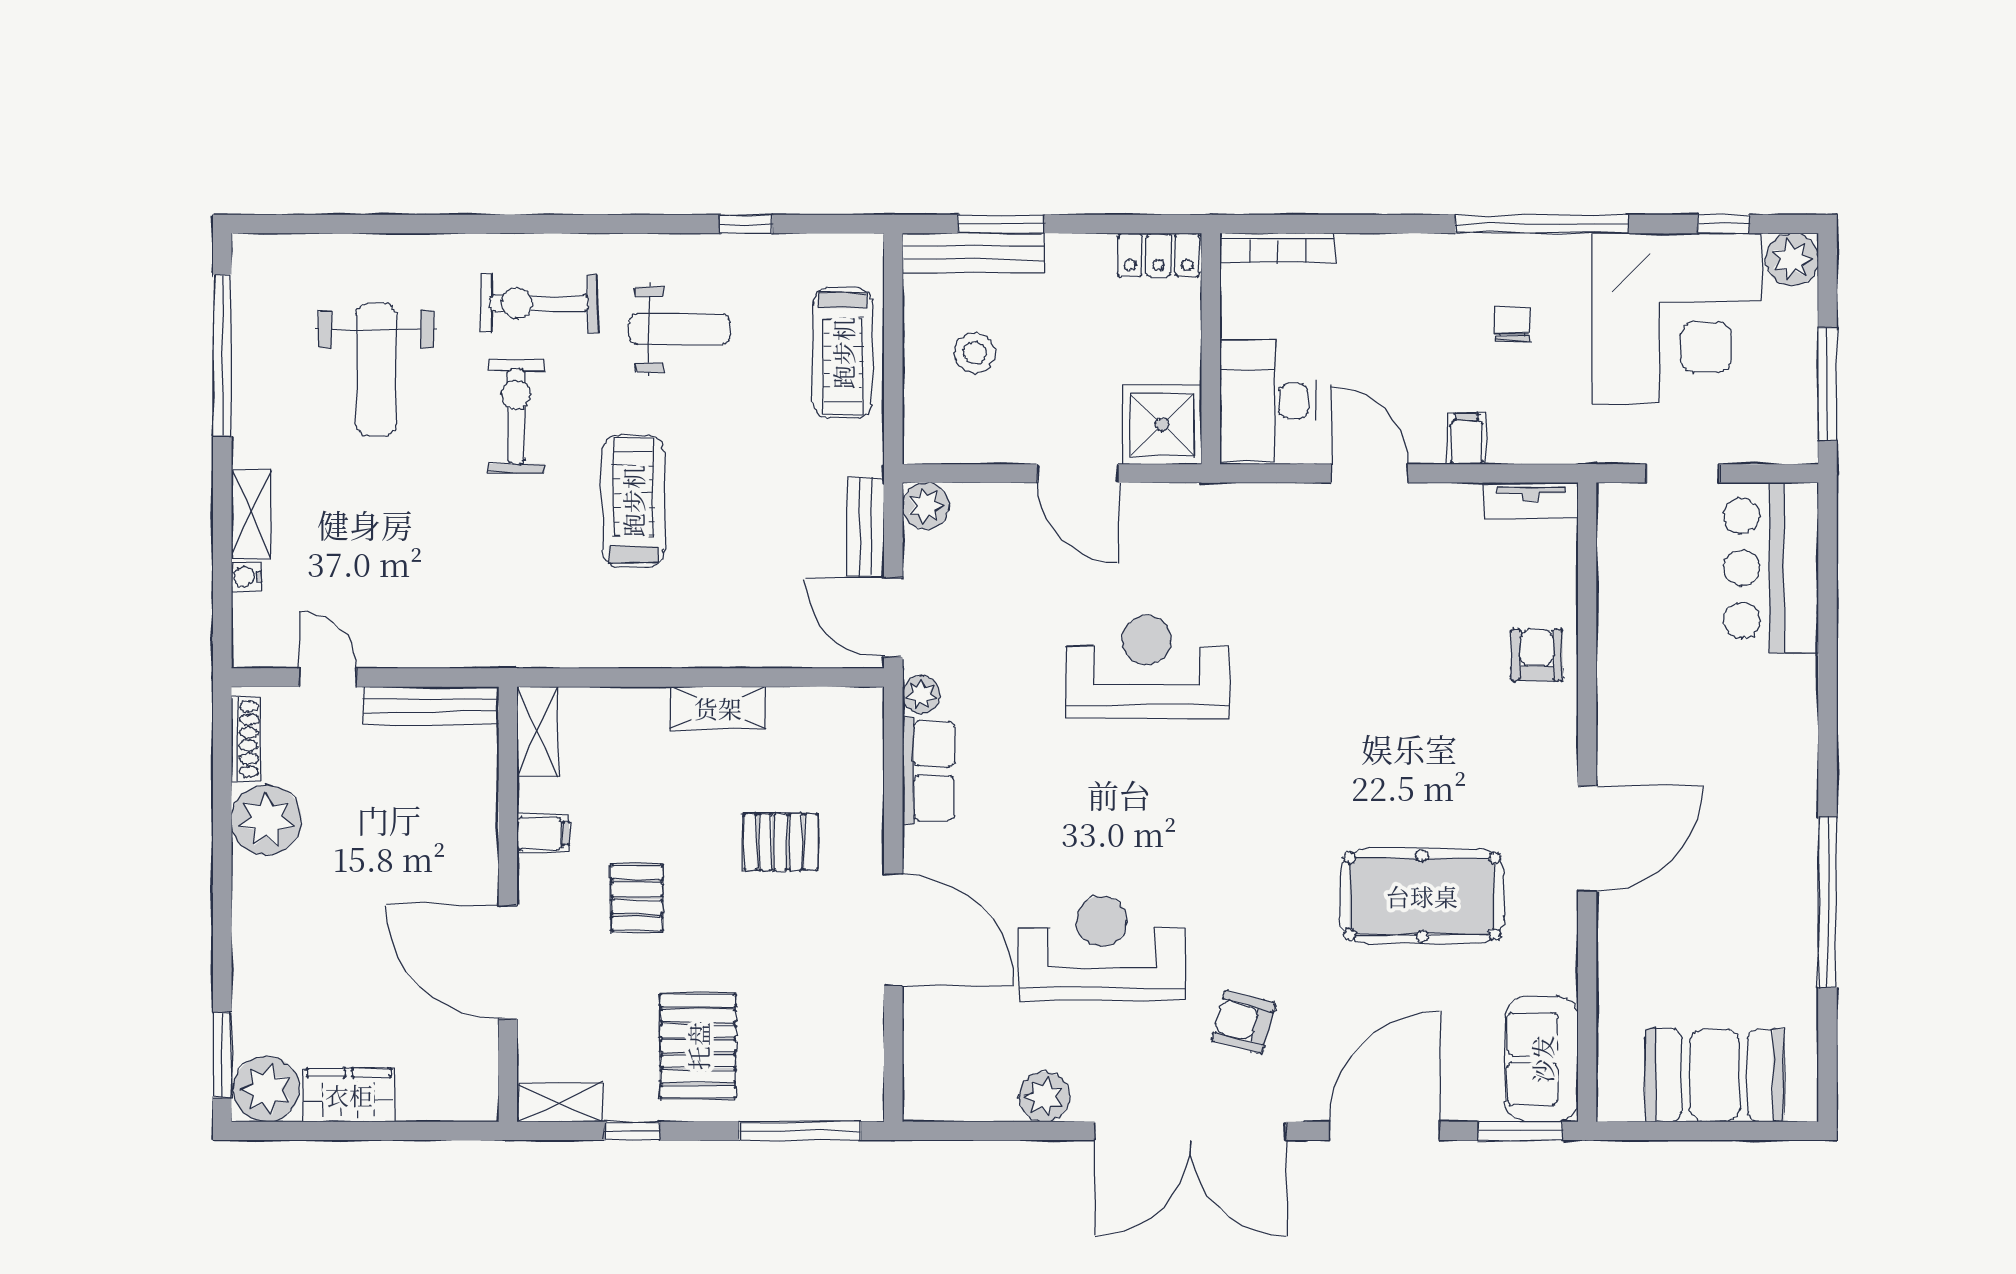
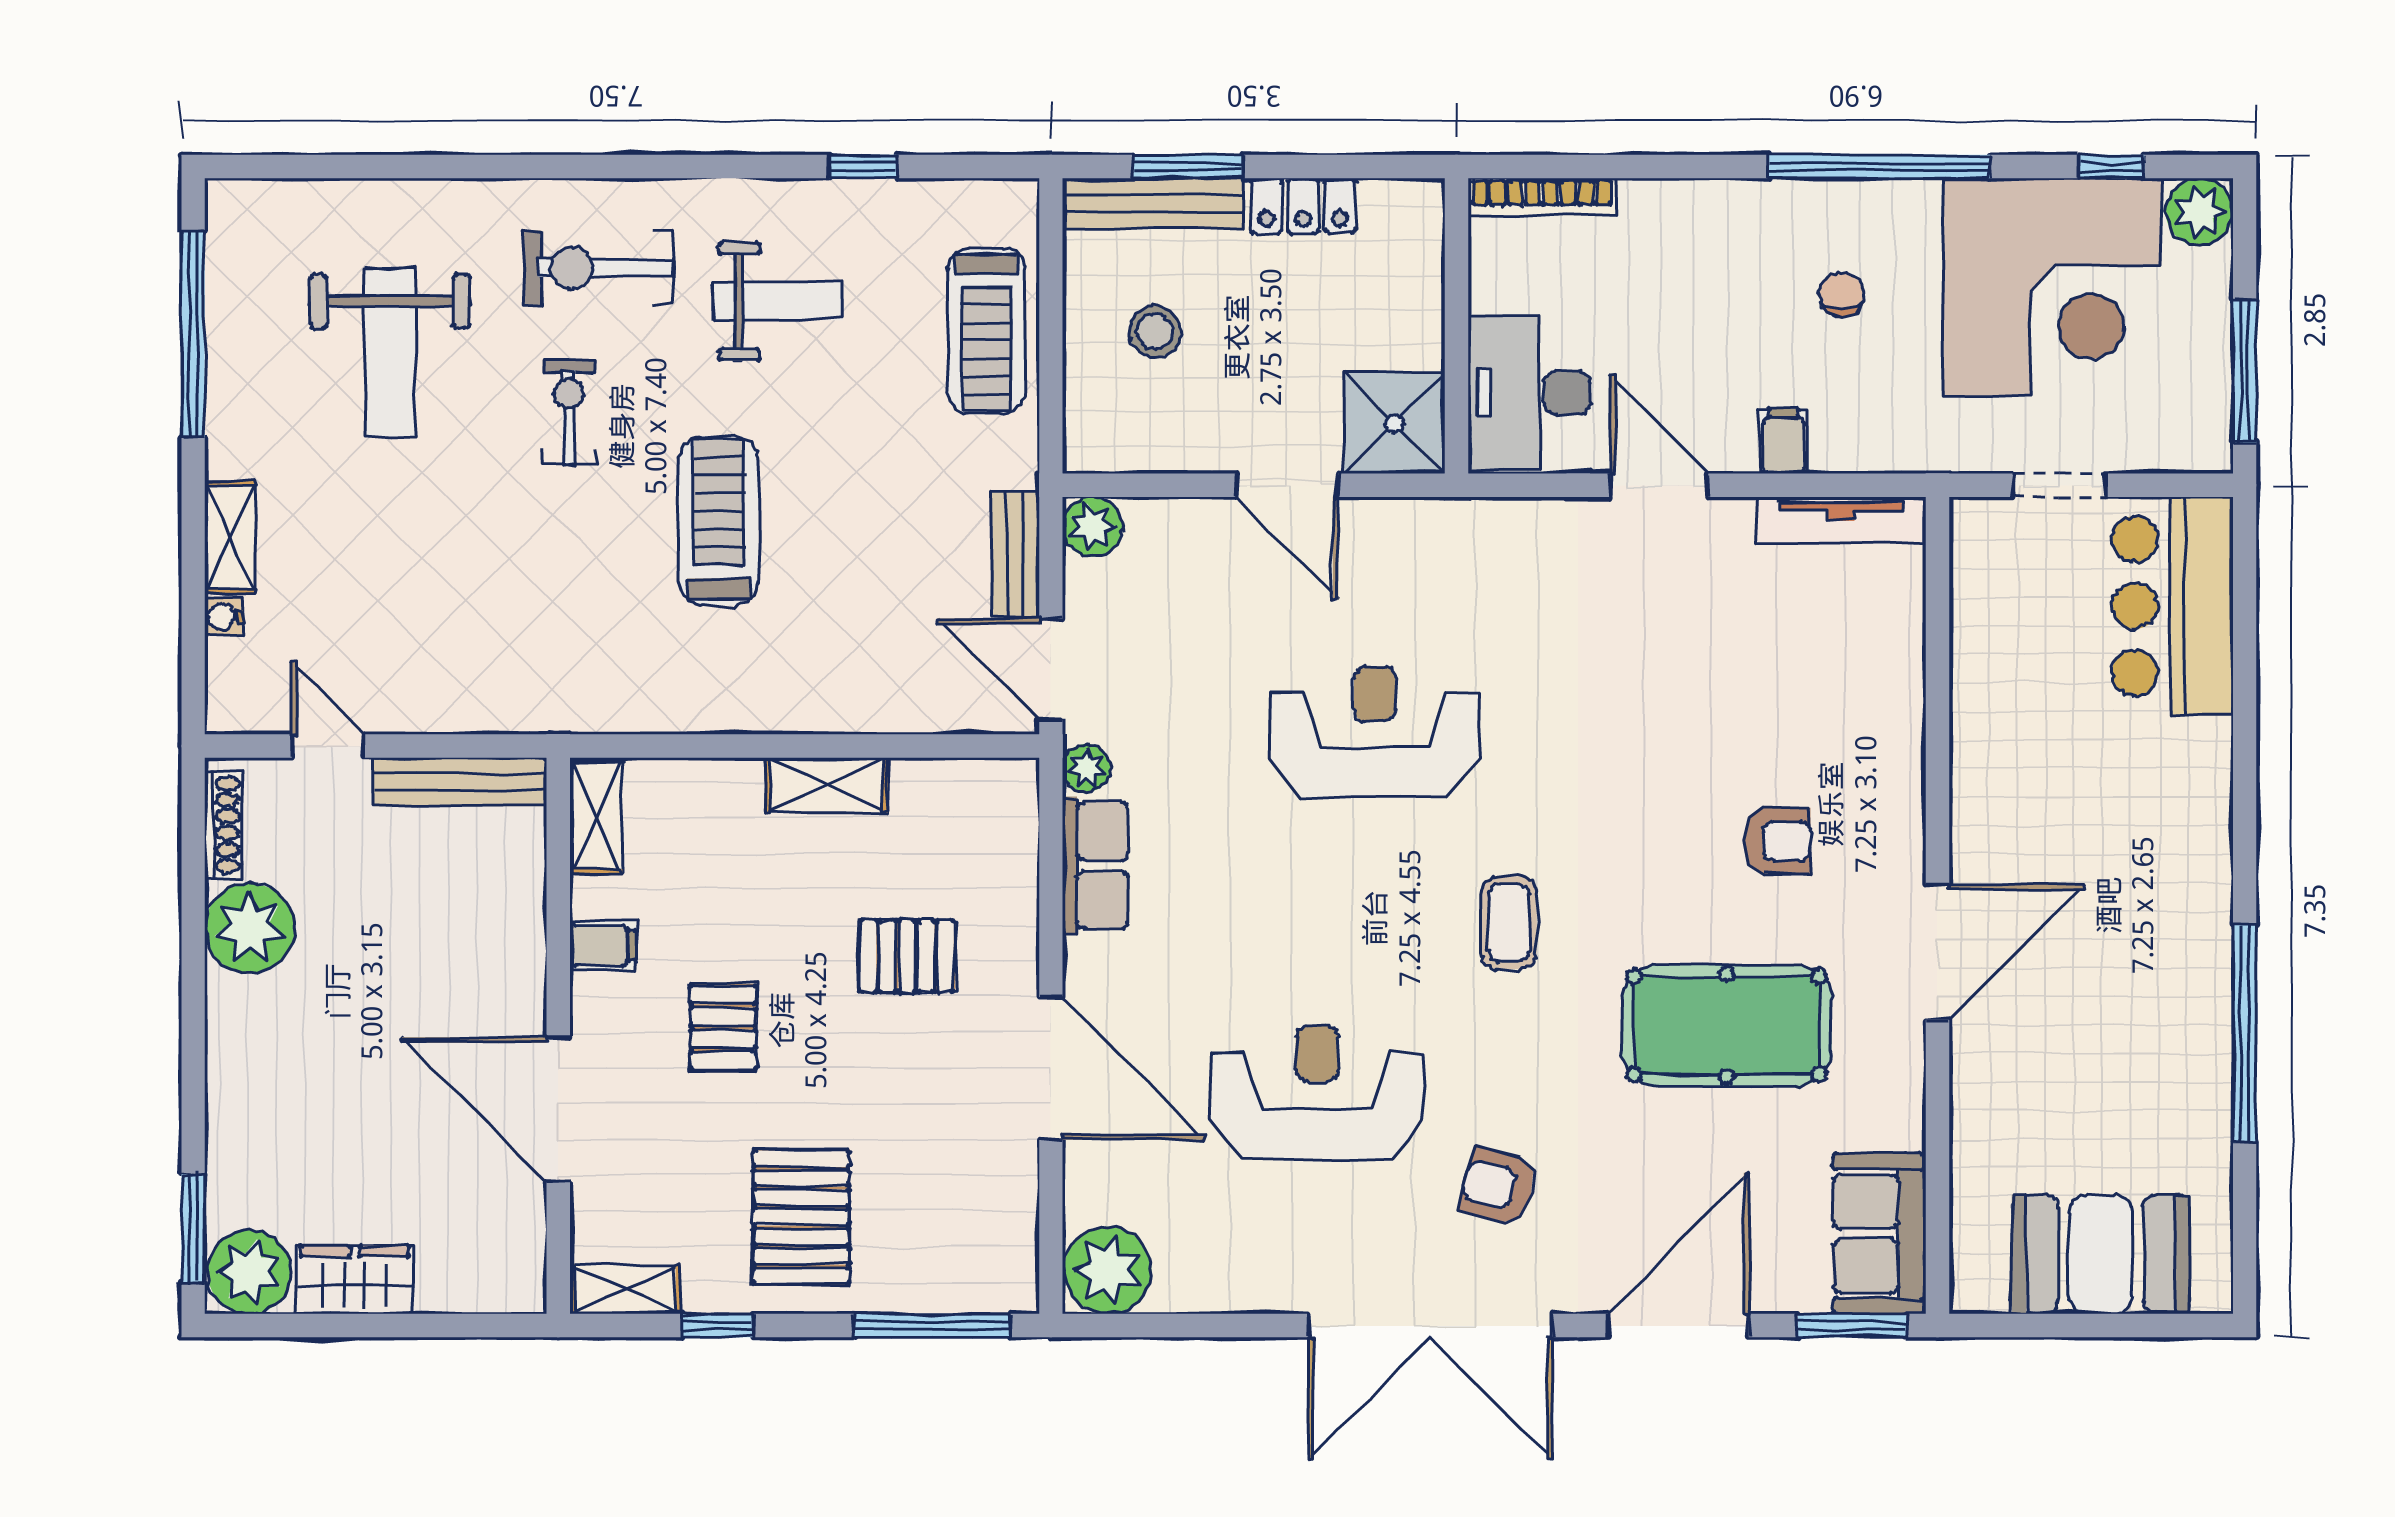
locker: (1159, 255) -> (1303, 206), moved
exercise bike: (516, 416) -> (569, 412), width x0.73, depth x0.72
tv unit: (1531, 501) -> (1841, 520), width x1.41
armchair: (1537, 655) -> (1777, 841), moved, turned 90
coffee table: (1252, 816) -> (1509, 923), added
plant: (1044, 1097) -> (1108, 1270), moved, width x1.36, depth x1.36

